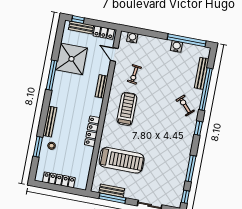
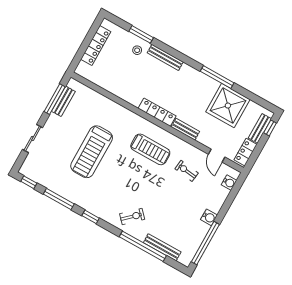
water cooler: (177, 46) -> (209, 217), moved
door: (114, 55) -> (217, 156), swing flipped
window: (198, 128) -> (91, 217), moved
locker: (92, 131) -> (157, 112), moved
treadmill: (122, 160) -> (92, 152), moved

